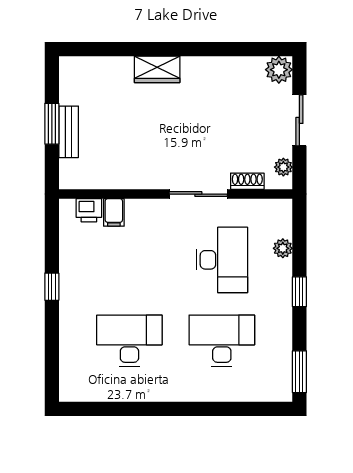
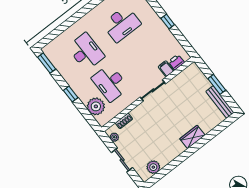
plant: (279, 70) -> (153, 167), moved
bench: (69, 132) -> (220, 102), moved, width x1.36
sliding door: (198, 194) -> (153, 90), moved
plant: (283, 248) -> (96, 106), width x1.88, depth x1.88
desk: (222, 341) -> (86, 52), turned -90

